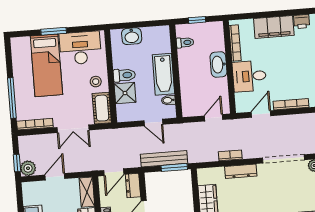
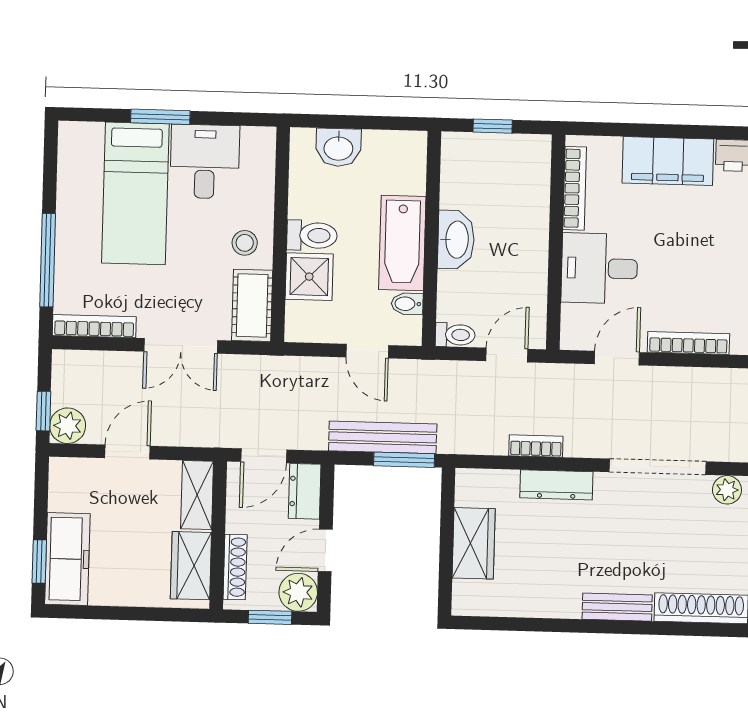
toilet: (185, 43) -> (455, 335), moved
desk: (80, 48) -> (205, 161), width x0.73
washbasin: (219, 64) -> (456, 240), moved, turned 180

